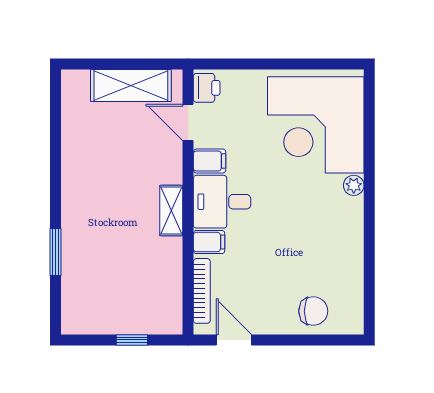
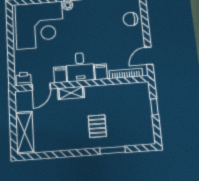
shelving: (131, 85) -> (25, 133), moved
shelving: (171, 211) -> (71, 93), moved
pallet: (103, 227) -> (97, 126), added
chair: (313, 311) -> (130, 19), turned -90

